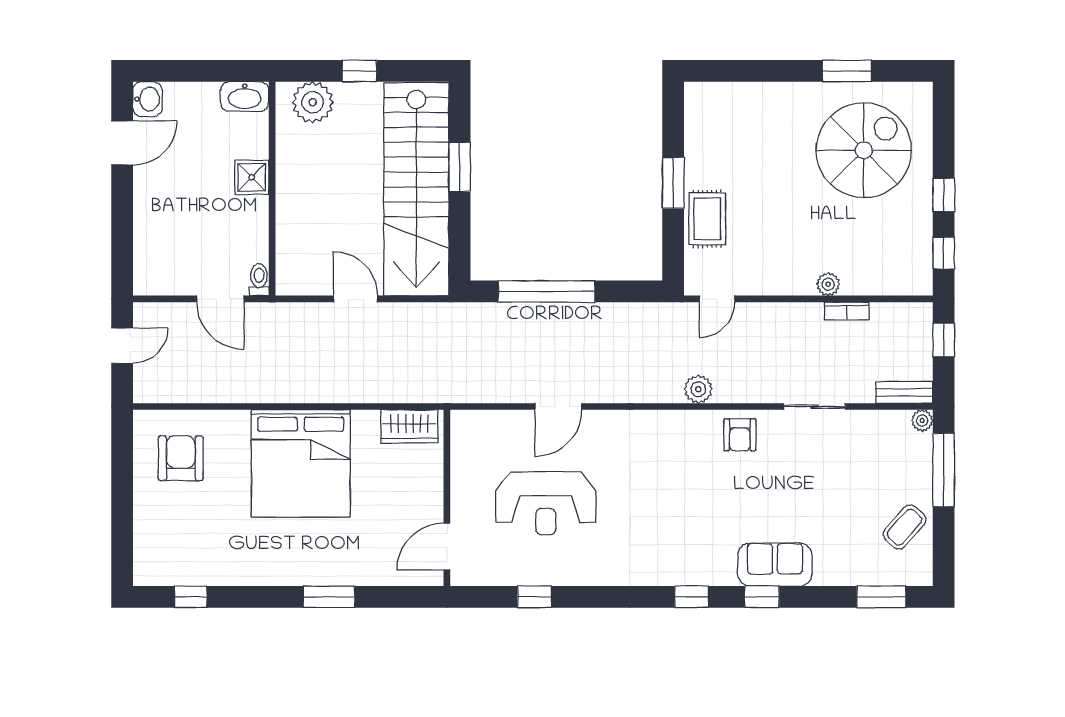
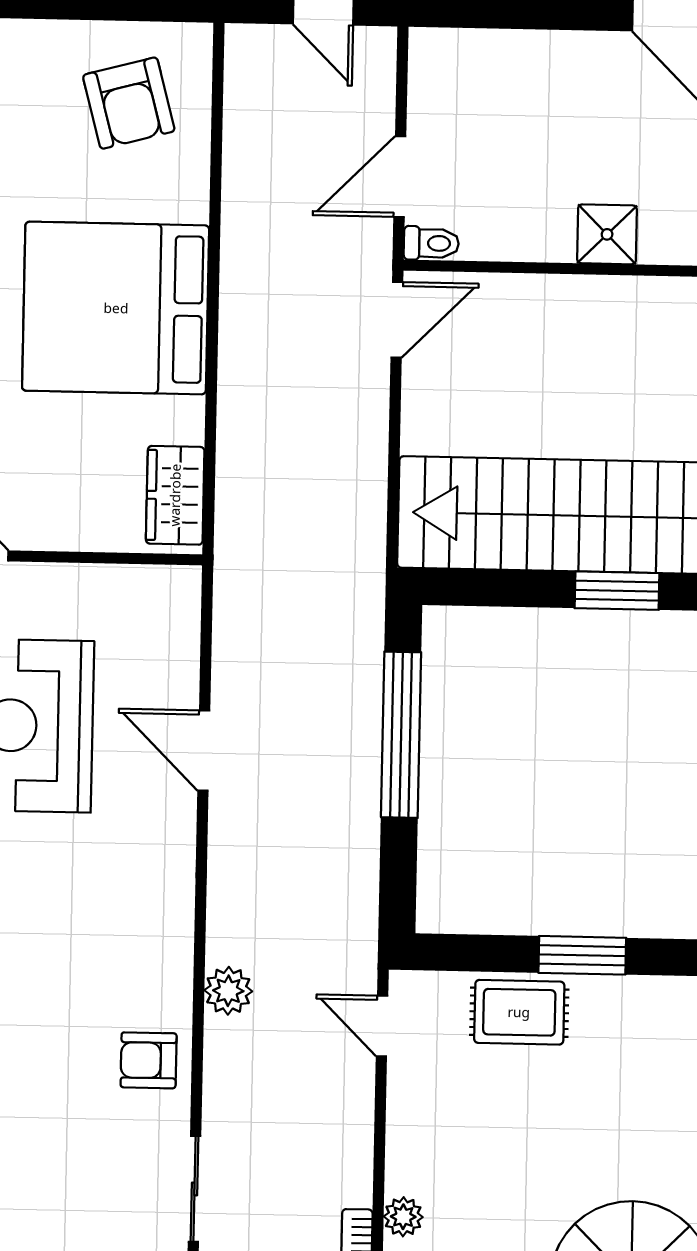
door: (356, 299) -> (397, 320), moved
armchair: (181, 458) -> (129, 103), turned 75

